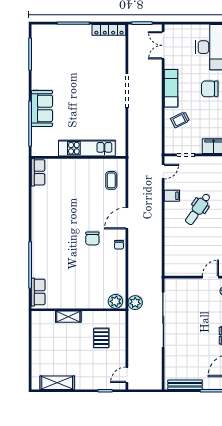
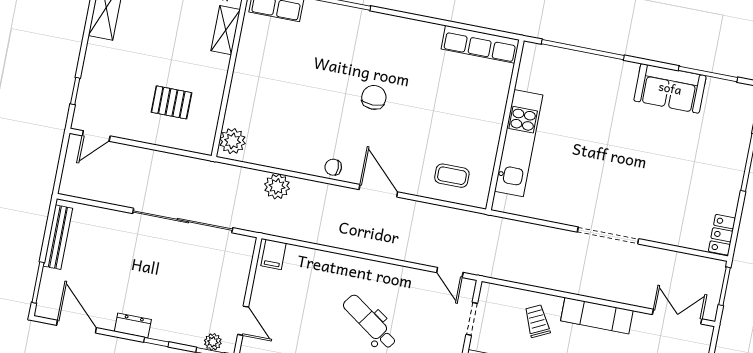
locker: (109, 30) -> (722, 235), width x0.66
sofa: (42, 108) -> (670, 88), moved
row of seats: (38, 172) -> (480, 44), width x1.48
filing cabinet: (172, 196) -> (274, 254), moved
chair: (92, 238) -> (374, 97), moved, turned 90
plant: (135, 303) -> (277, 186), moved
shelving: (68, 317) -> (226, 30), moved
door: (127, 375) -> (96, 136), swing flipped

